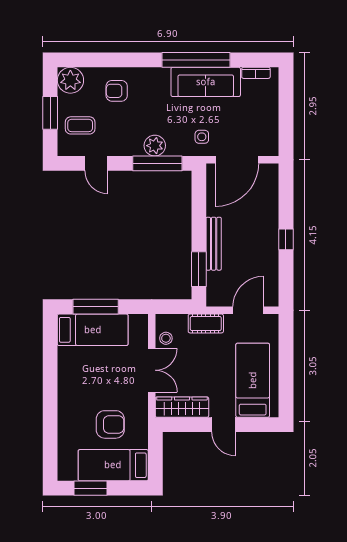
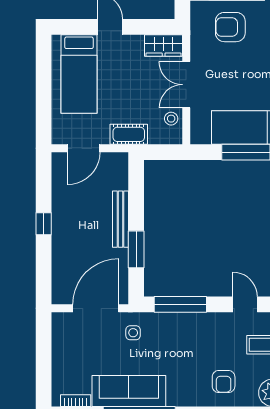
armchair: (117, 91) -> (224, 382), turned 90
plant: (155, 146) -> (183, 323), removed
window: (199, 269) -> (136, 249), moved
wardrobe: (182, 407) -> (164, 45), width x0.67

